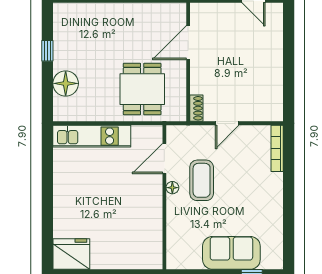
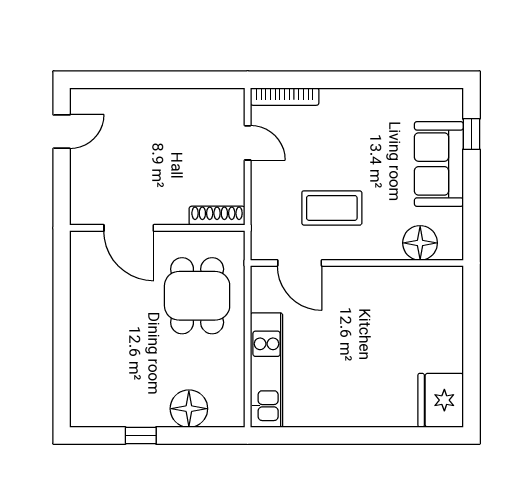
dining table: (142, 89) -> (197, 296), turned 90
shoe rack: (196, 108) -> (217, 216), width x1.43
door: (227, 123) -> (248, 143), moved
floor lamp: (172, 188) -> (420, 243), moved, width x1.89, depth x1.89

